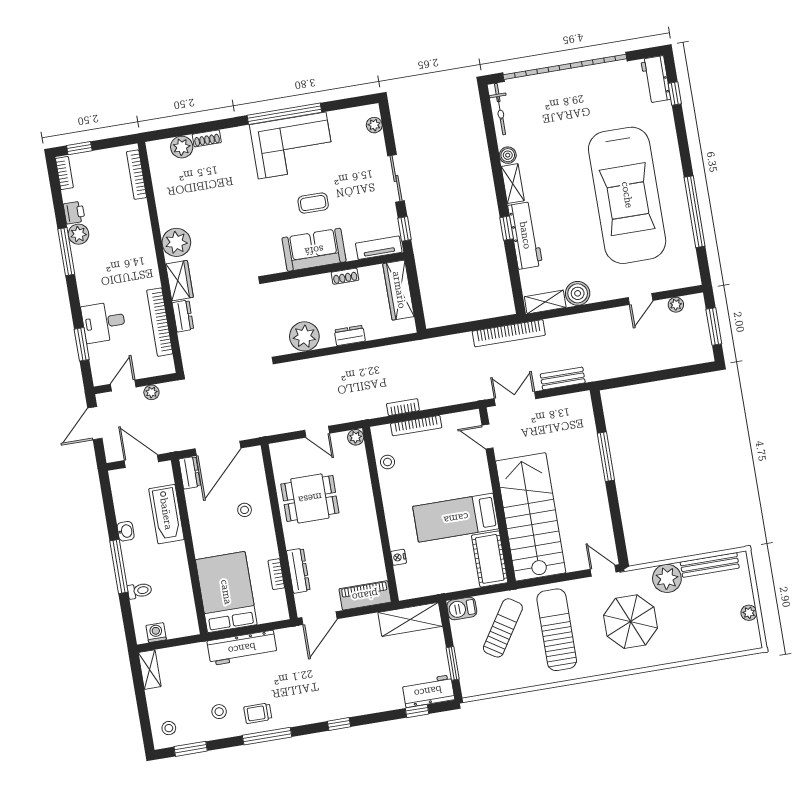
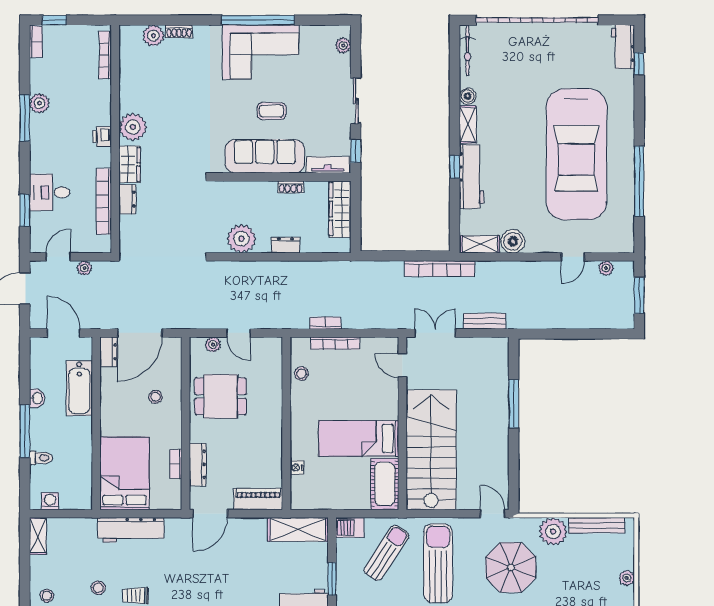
printer: (74, 213) -> (102, 137), moved, turned 180
sofa: (314, 250) -> (265, 156), width x1.36
plant: (356, 437) -> (213, 345), moved

